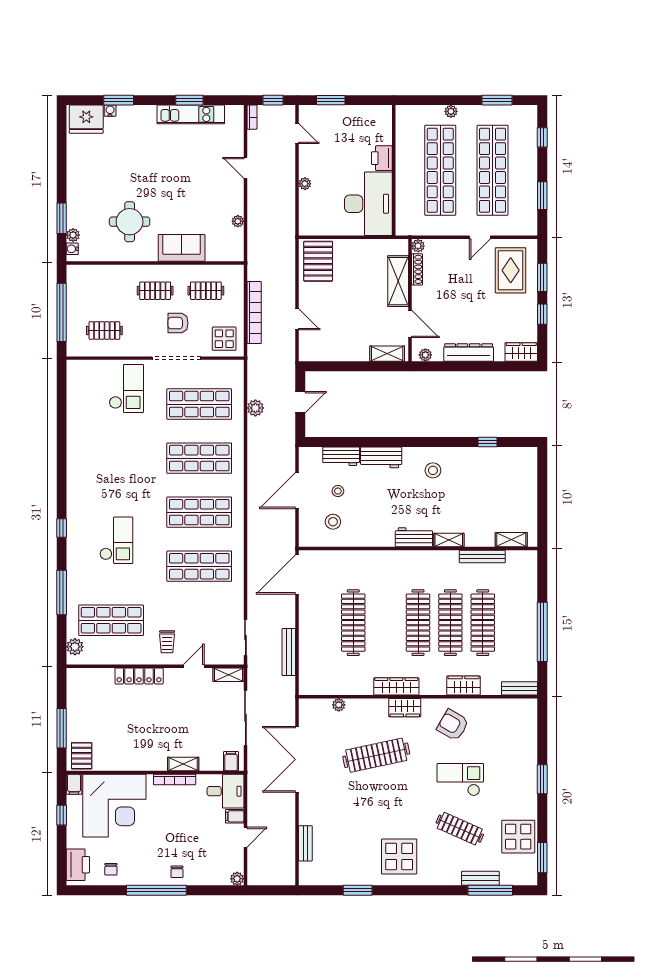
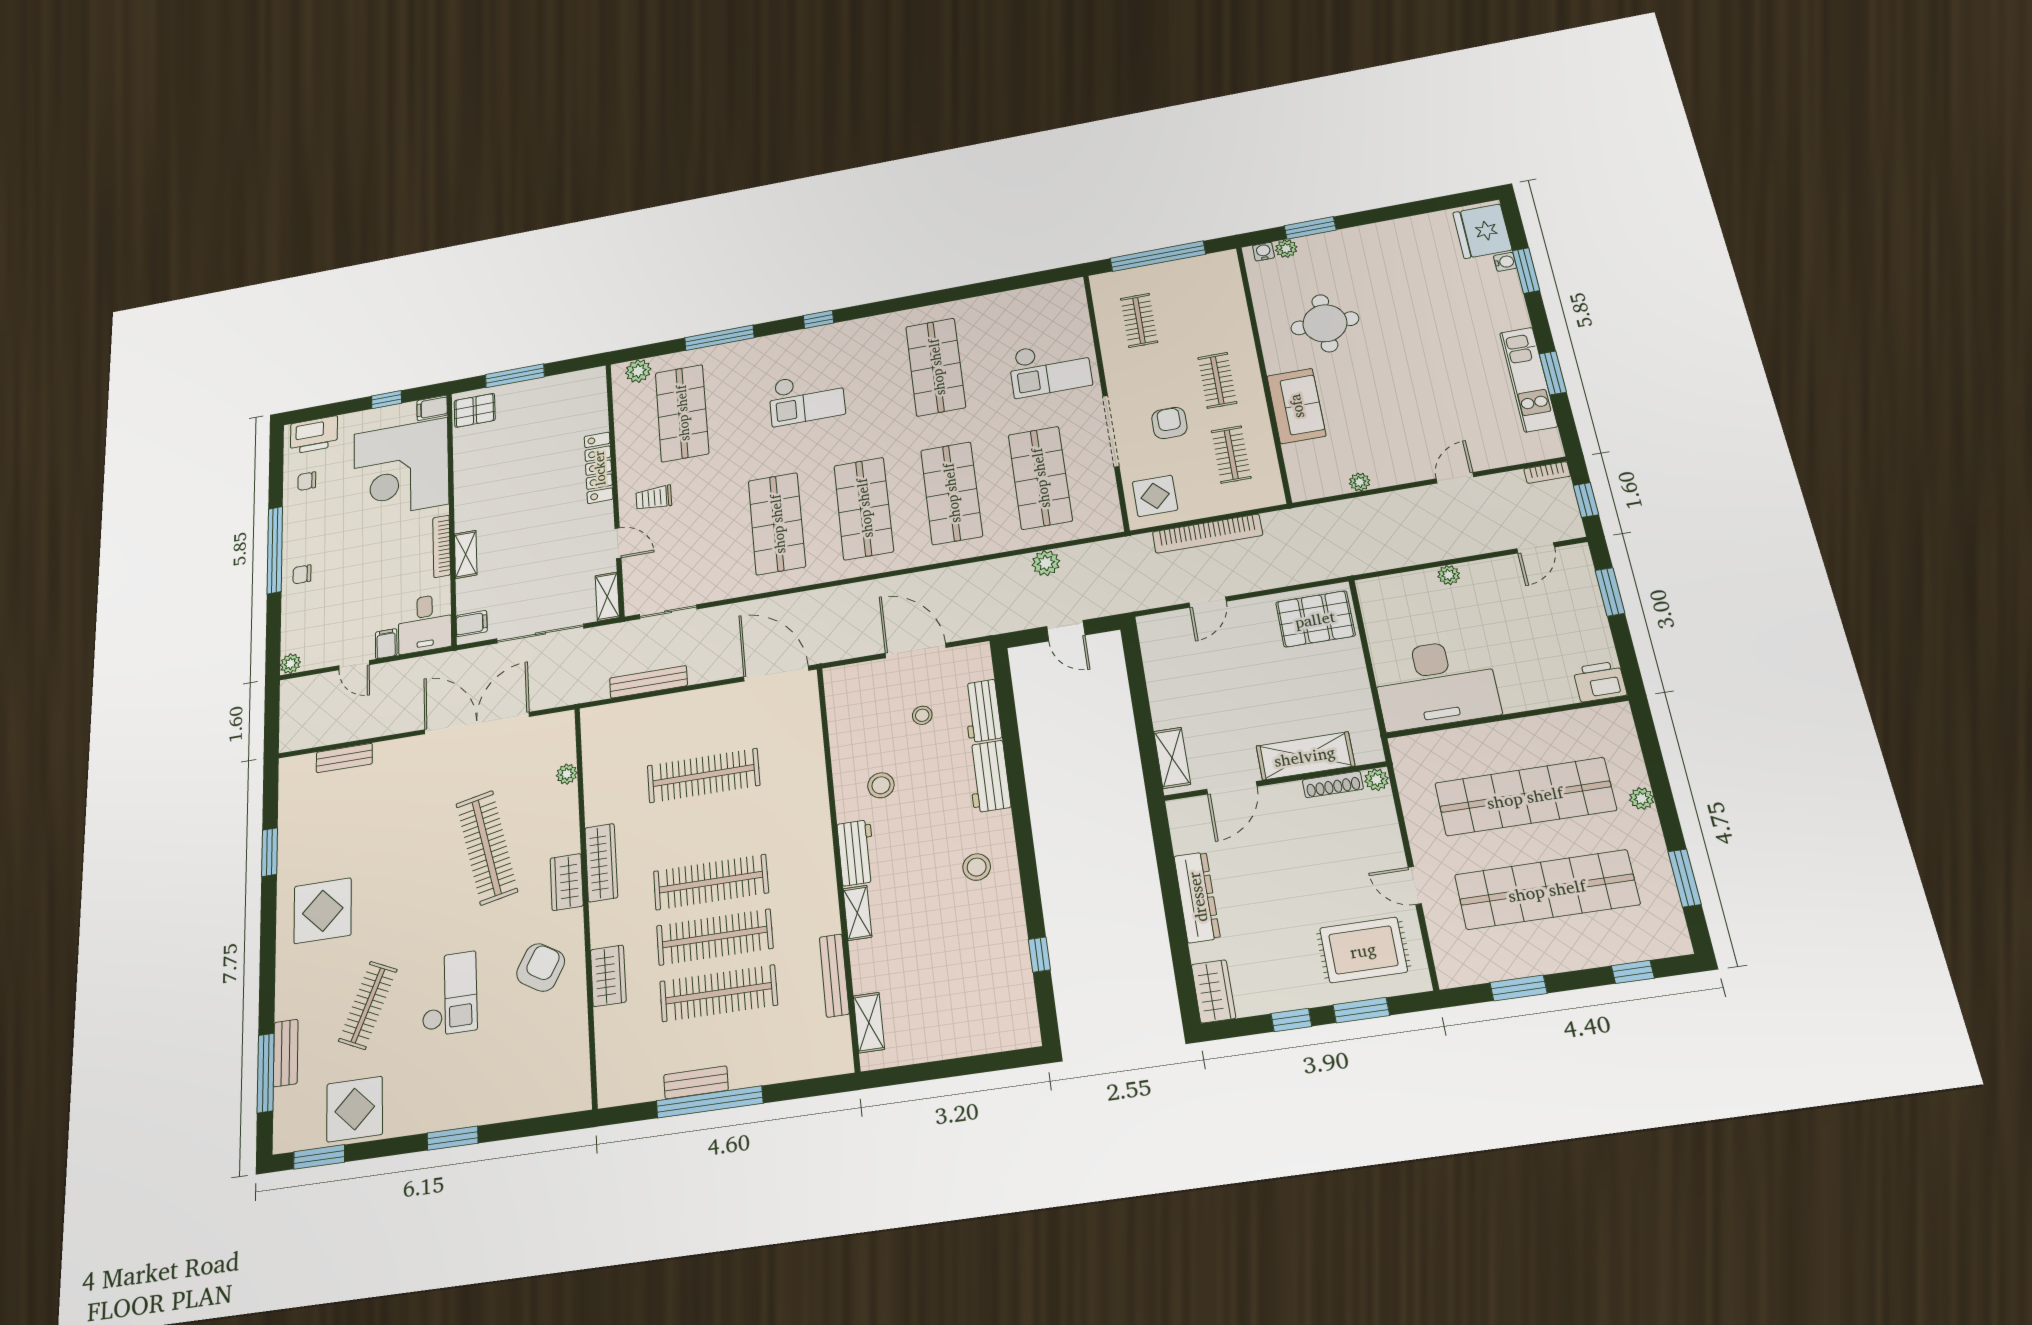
printer: (382, 158) -> (1600, 682), moved
plant: (425, 355) -> (1180, 823), removed
shop shelf: (111, 458) -> (936, 367), added
stool: (333, 522) -> (881, 785), moved
bench: (519, 688) -> (696, 1082), moved, turned 90

